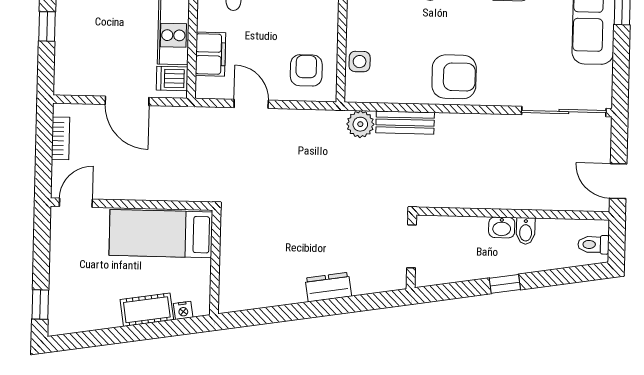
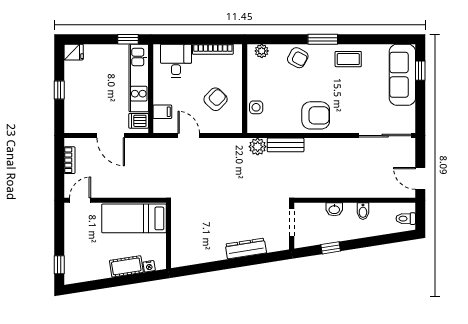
filing cabinet: (210, 54) -> (162, 112), width x0.50
armchair: (306, 70) -> (216, 99), moved, turned 44
washbasin: (502, 227) -> (334, 209), moved
window: (505, 284) -> (331, 248), moved
dresser: (328, 287) -> (246, 248), width x1.44

